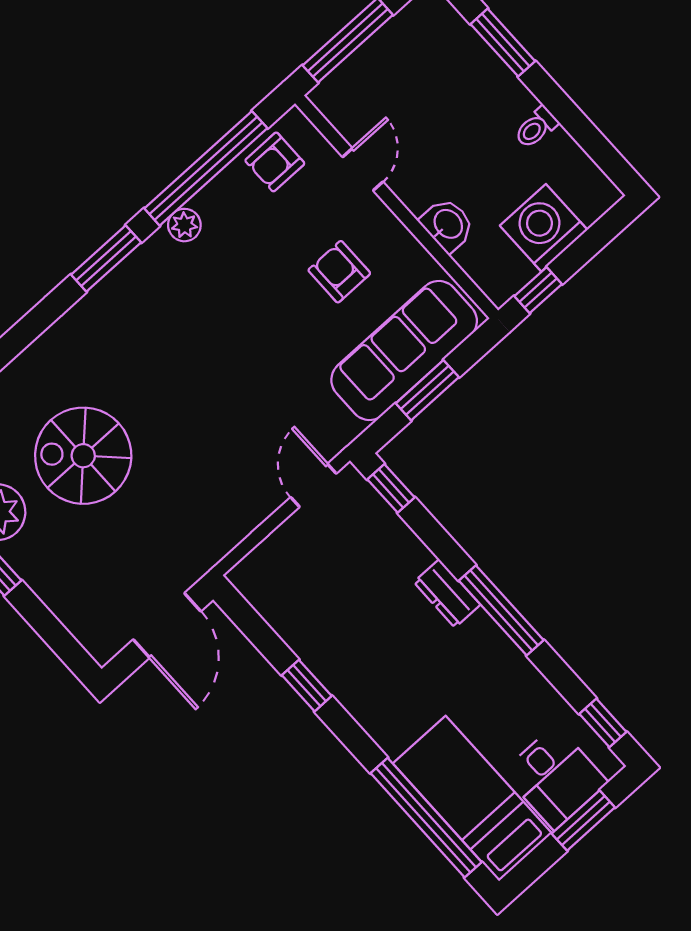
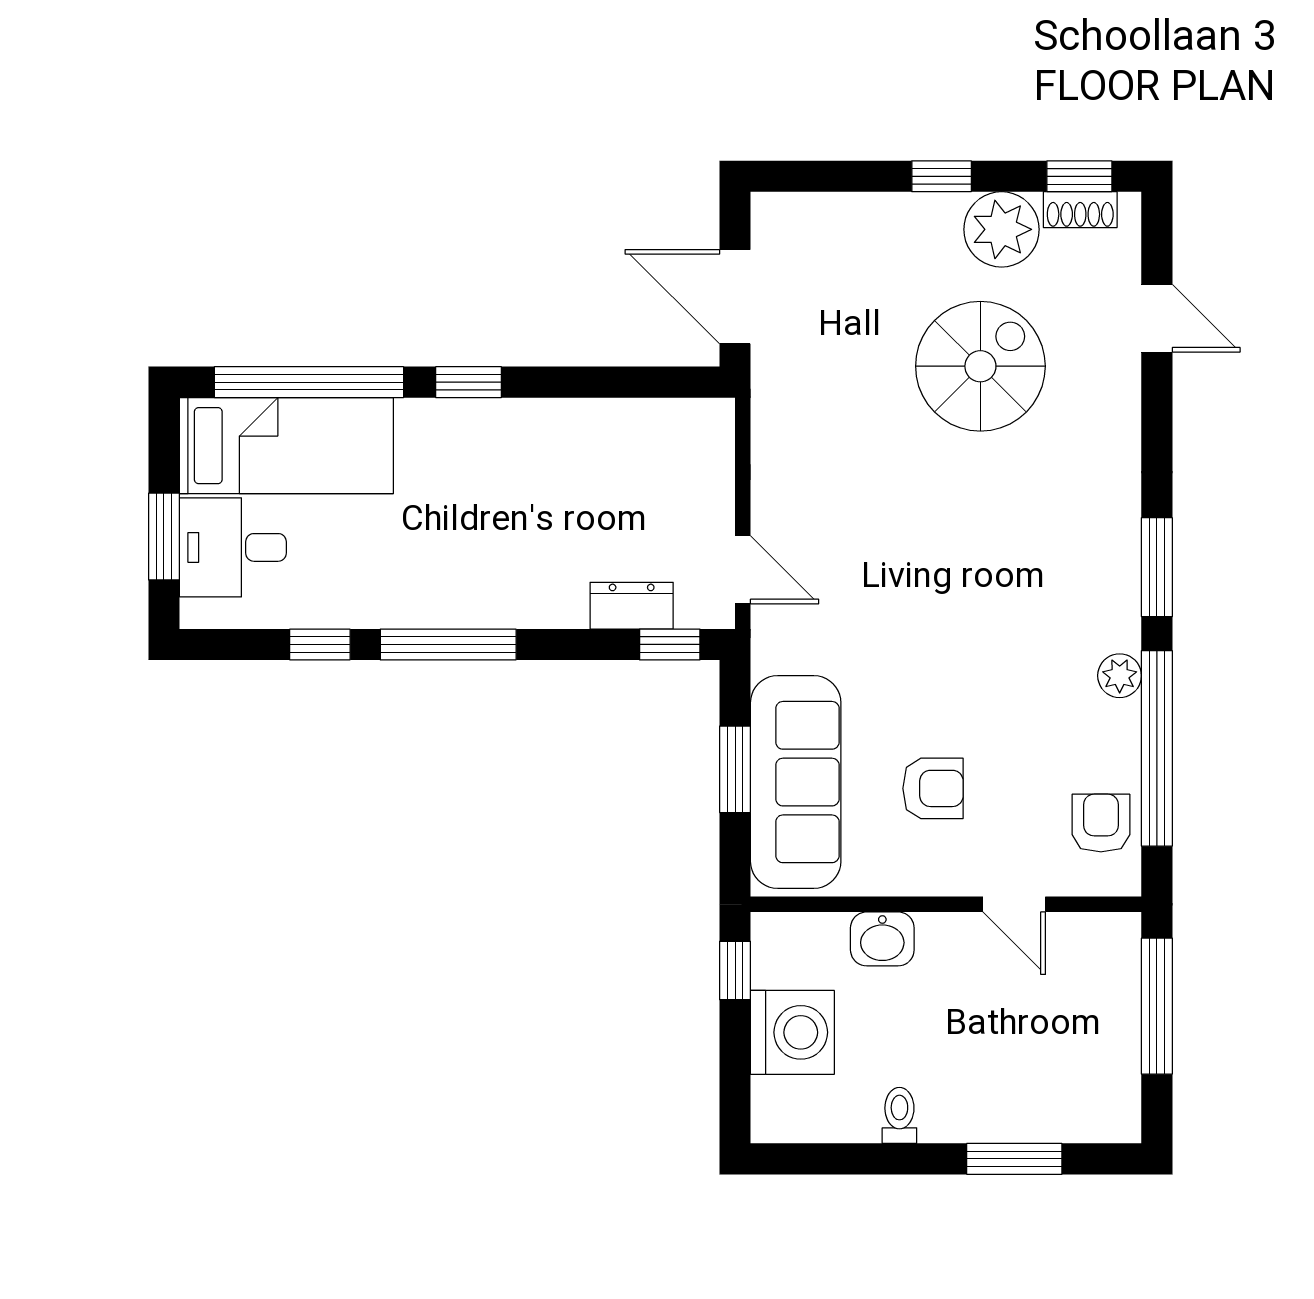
dresser: (447, 593) -> (632, 606), moved
window: (307, 686) -> (469, 382), moved
window: (603, 723) -> (320, 644), moved

